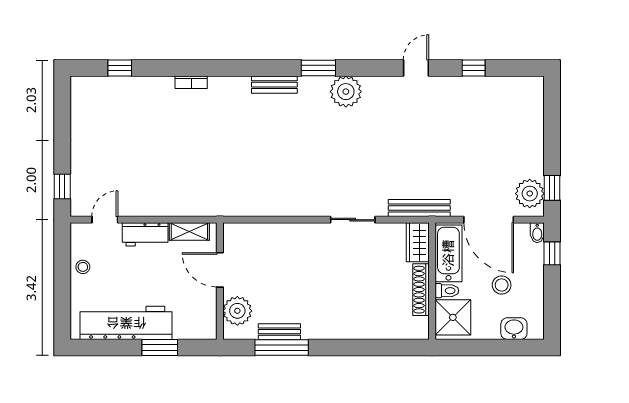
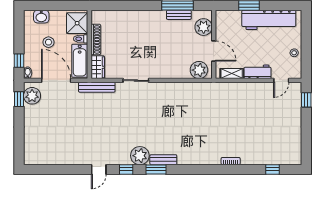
window: (474, 68) -> (126, 169), moved
bench: (274, 85) -> (163, 160), moved
plant: (245, 237) -> (199, 70), added

